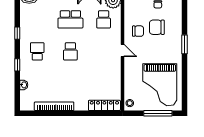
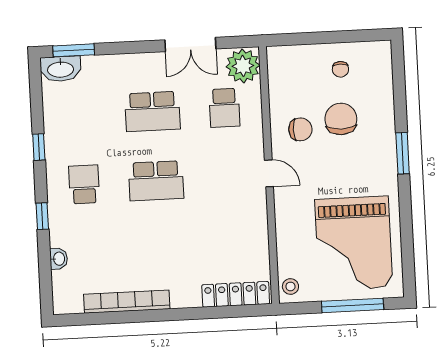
chair: (157, 27) -> (341, 119), turned 90
school desk: (70, 51) -> (156, 181), width x1.85

